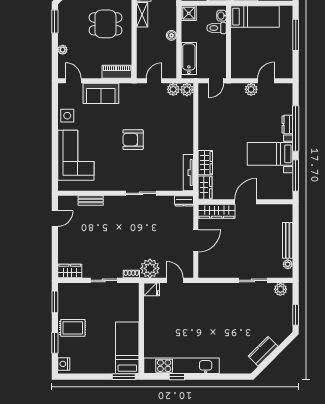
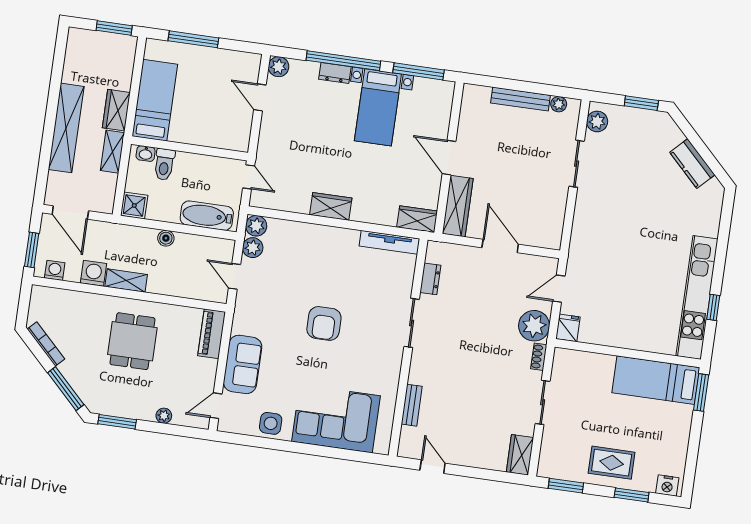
plant: (251, 89) -> (279, 67), moved
wardrobe: (205, 163) -> (331, 206), moved
dresser: (184, 201) -> (430, 279), moved
rug: (73, 328) -> (612, 463), turned 90

